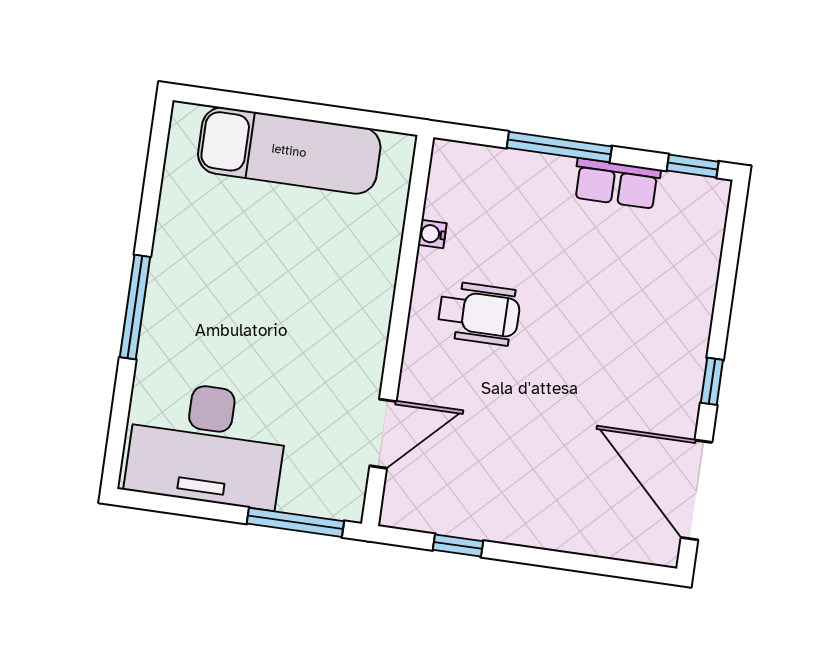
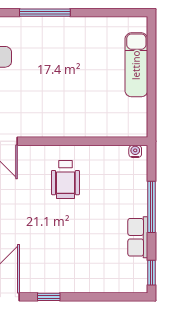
exam couch: (289, 151) -> (136, 65), width x0.73, depth x0.69
water cooler: (432, 234) -> (135, 151), moved

